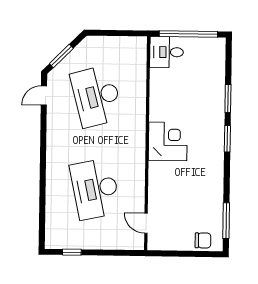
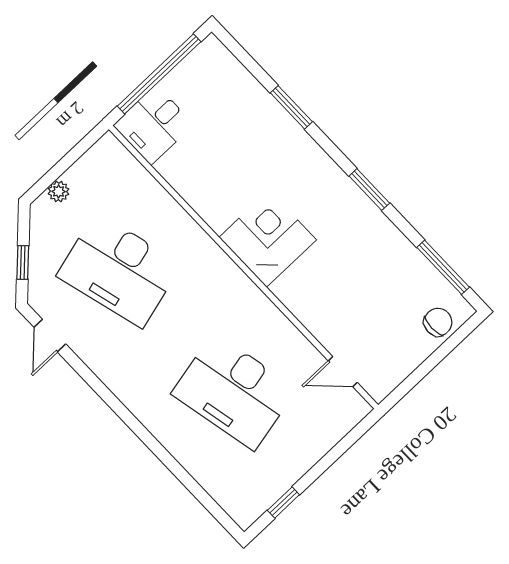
plant: (103, 42) -> (59, 191), added
window: (61, 56) -> (23, 263), width x0.67
window: (227, 139) -> (369, 190), moved

